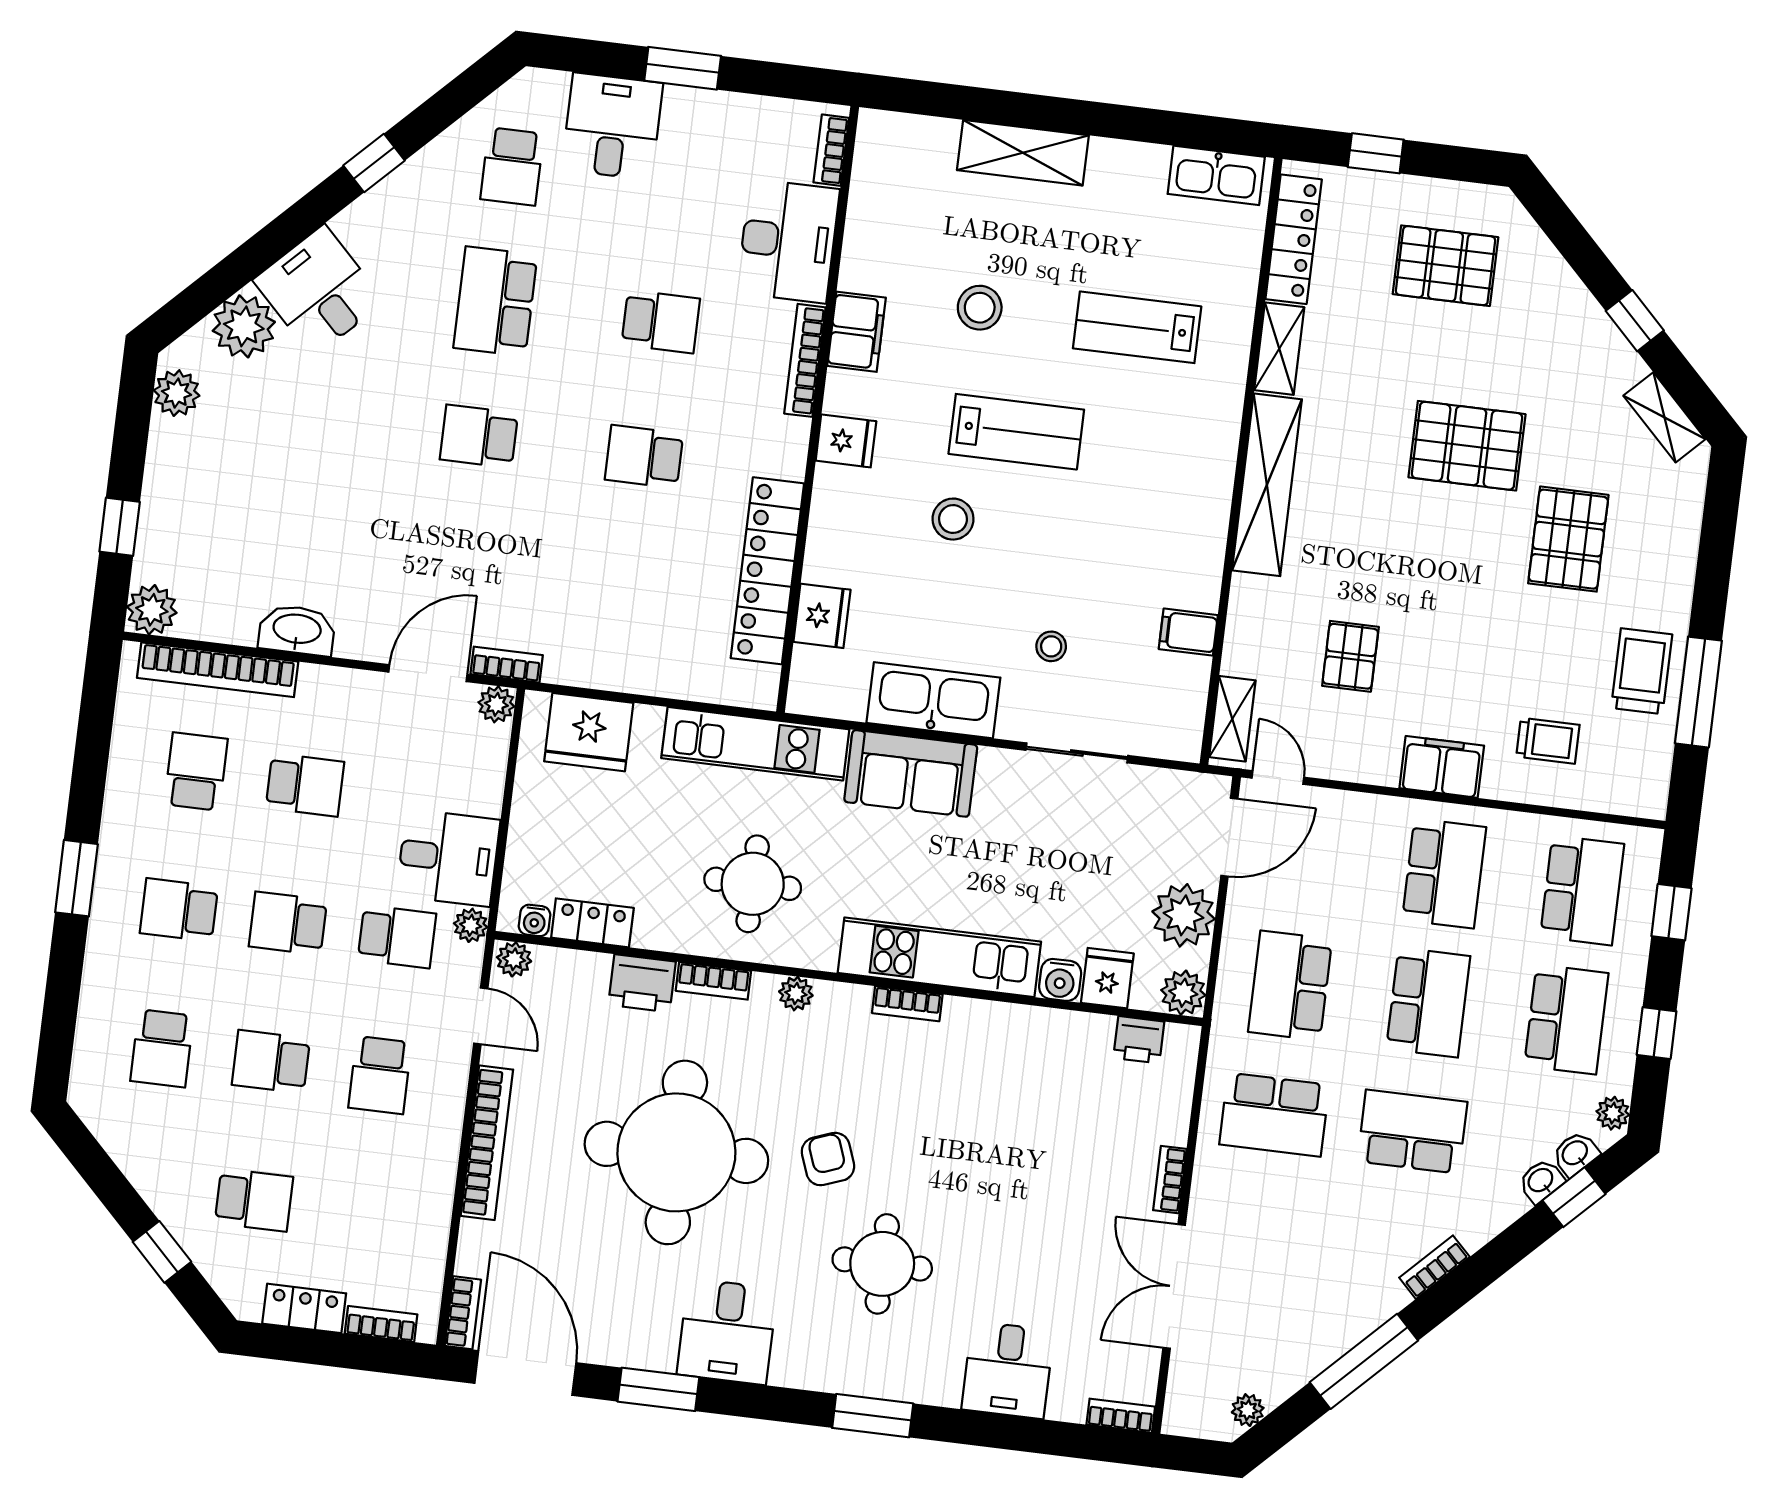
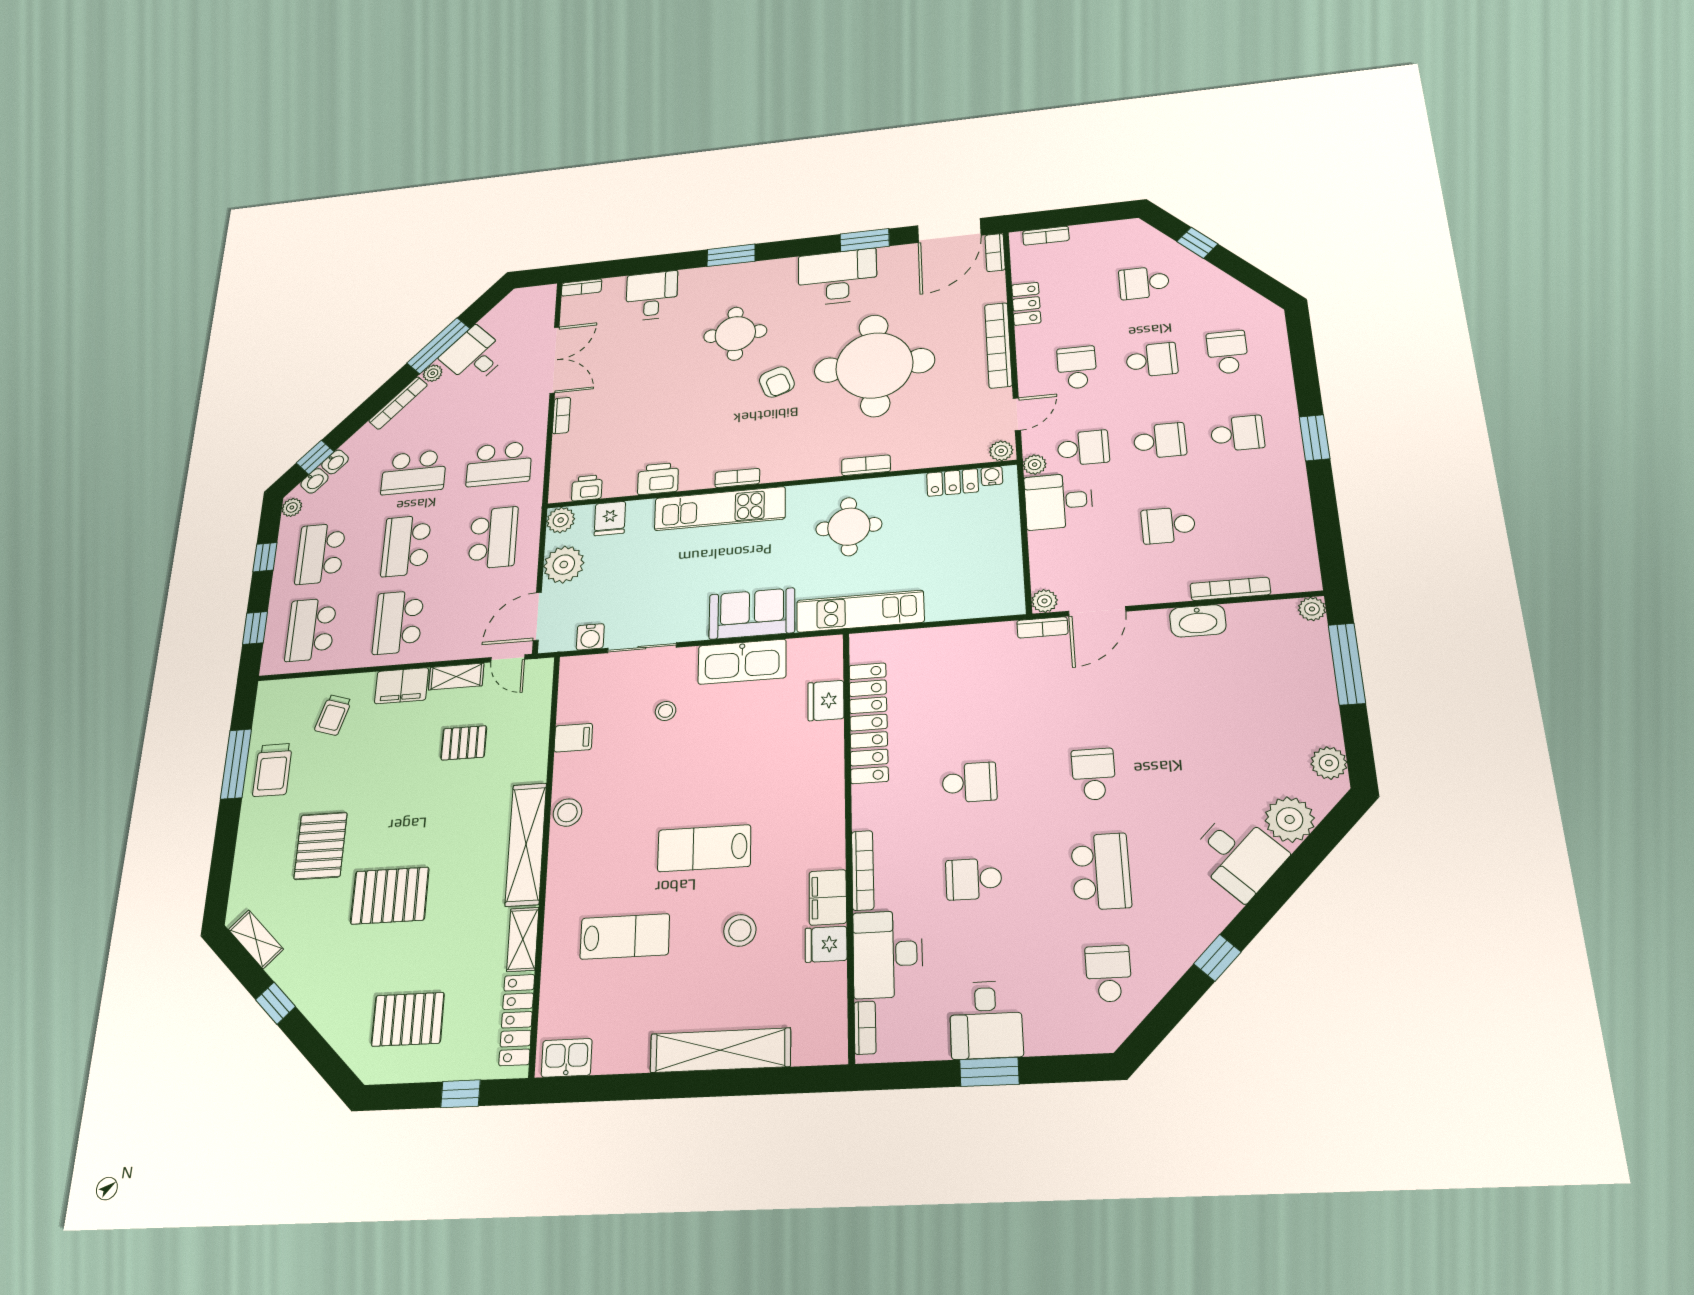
desk: (612, 126) -> (986, 1020), moved
shelving: (1023, 153) -> (720, 1050), width x1.47
kitchen sink: (1216, 175) -> (567, 1058), width x0.73
school desk: (479, 436) -> (1094, 774), turned -90
fridge: (846, 441) -> (826, 944), moved
stool: (953, 519) -> (567, 813), moved
window: (120, 527) -> (1347, 664), width x2.17
plant: (152, 610) -> (1312, 609), width x0.73, depth x0.73
pallet: (1350, 656) -> (464, 743), turned 90
bookcase: (218, 670) -> (1230, 589), width x0.68, depth x0.76
shelving: (1232, 719) -> (456, 677), moved, turned 90
fridge: (589, 732) -> (976, 596), removed
trolley: (1548, 741) -> (333, 715), turned -73
school desk: (196, 772) -> (1248, 518), removed
school desk: (397, 937) -> (1083, 448), turned 180
water cooler: (1060, 980) -> (590, 637), moved, turned 180
printer: (642, 983) -> (658, 479), moved
plant: (796, 994) -> (811, 469), removed
door: (481, 1016) -> (1017, 414), swing flipped
school desk: (1274, 1115) -> (499, 464), turned 180
bookcase: (1434, 1267) -> (398, 403), width x1.56
locker: (304, 1308) -> (1026, 304), moved, turned -90
desk: (1305, 1327) -> (474, 356), added
desk: (727, 1332) -> (837, 277), width x1.37
door: (525, 1373) -> (949, 230), hinge flipped
plant: (1248, 1410) -> (433, 373), moved

